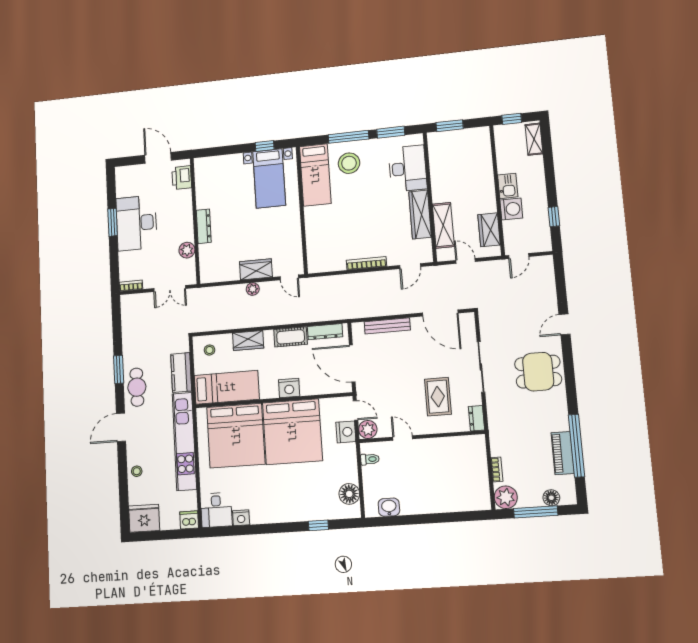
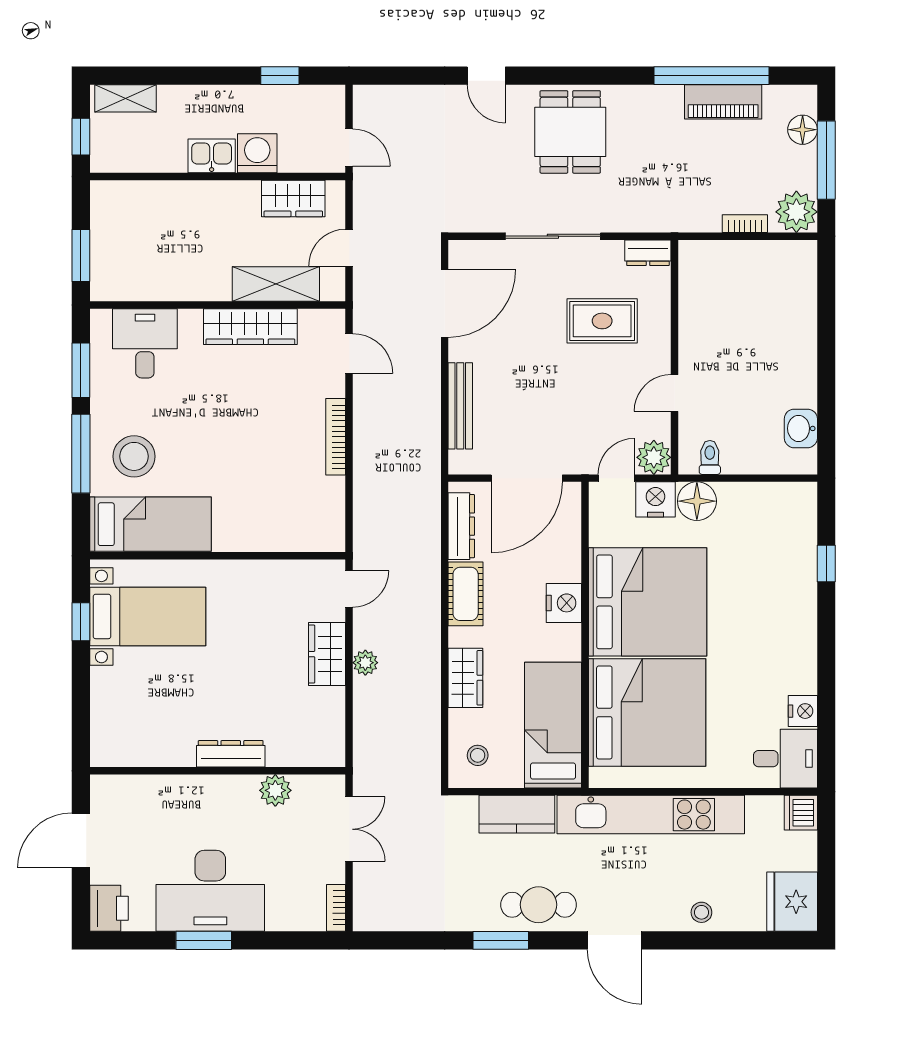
desk: (408, 168) -> (145, 343), width x0.73
printer: (182, 178) -> (109, 908), moved, turned -90
floor lamp: (349, 494) -> (697, 501), moved

